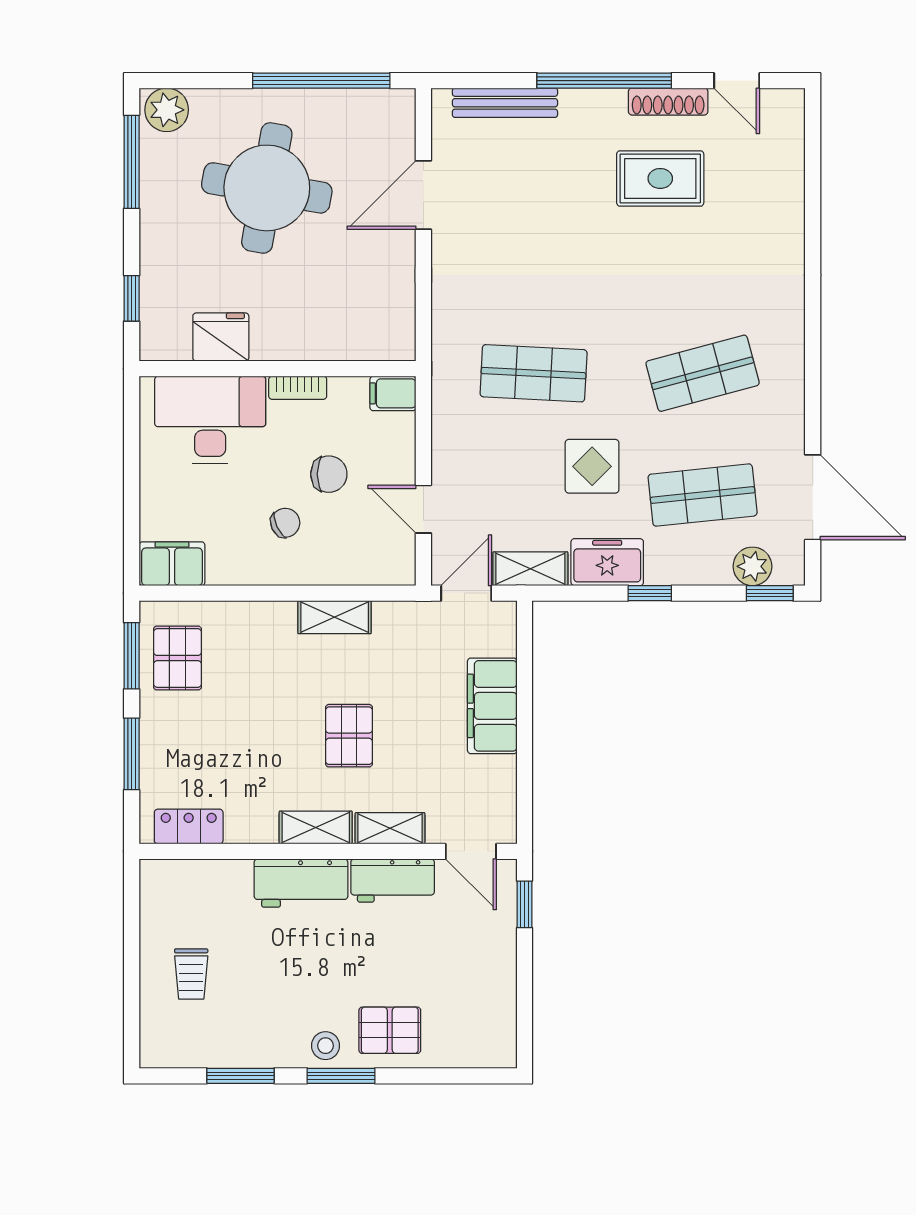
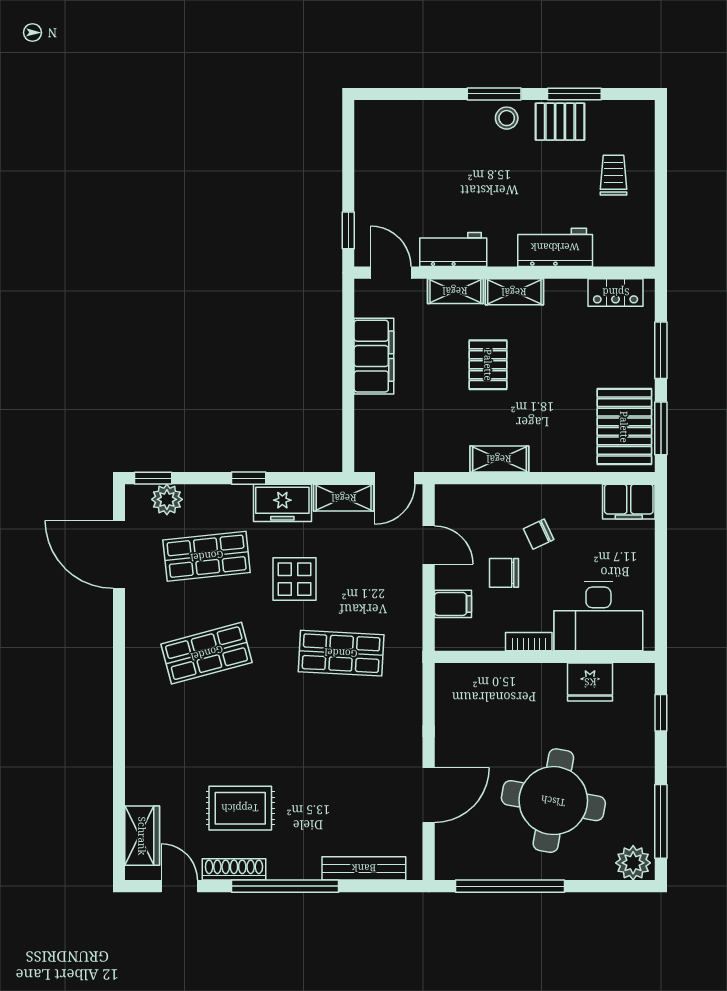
wardrobe: (783, 144) -> (142, 836), added
filing cabinet: (393, 393) -> (453, 604), moved
pallet: (177, 658) -> (624, 427), width x1.50, depth x1.42
filing cabinet: (492, 706) -> (374, 356), moved
workbench: (301, 883) -> (555, 247), moved
pallet: (390, 1030) -> (560, 122), moved

